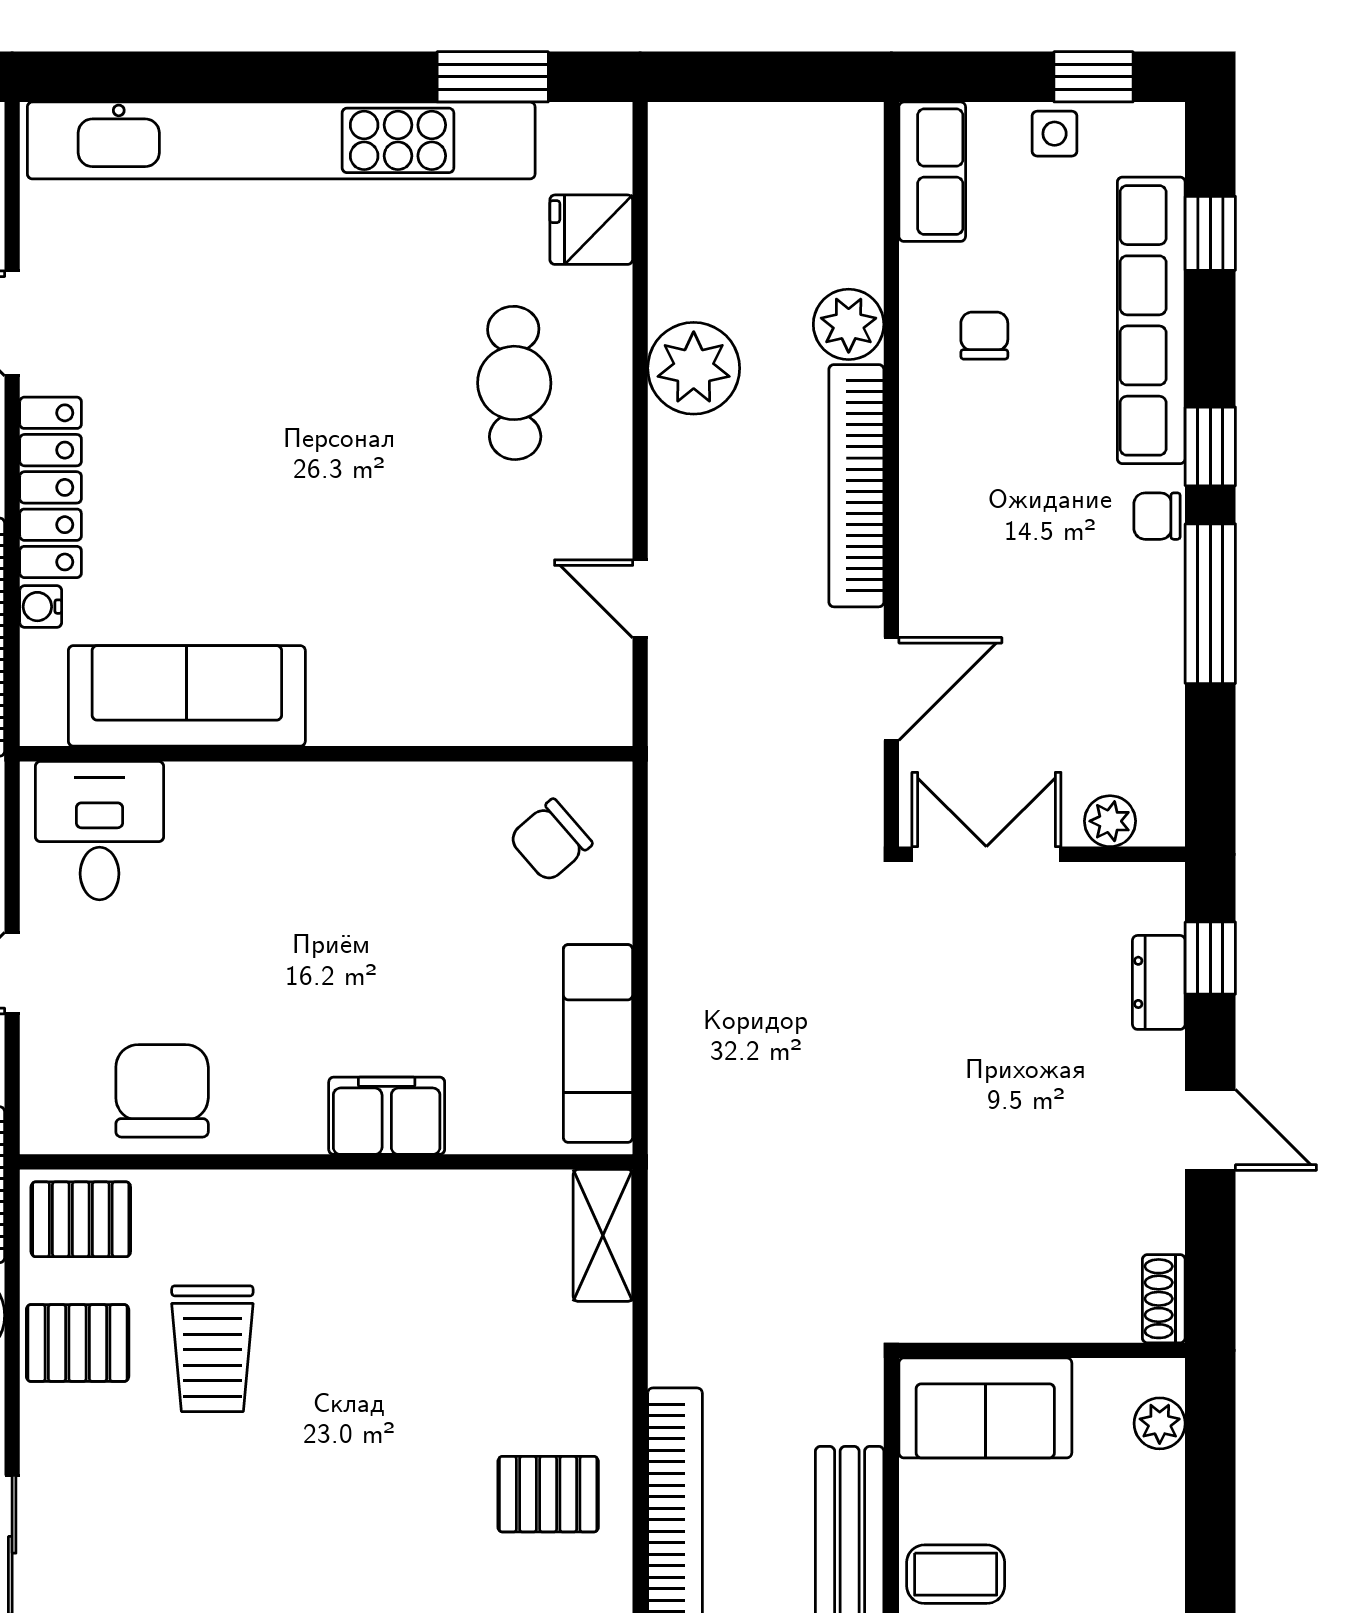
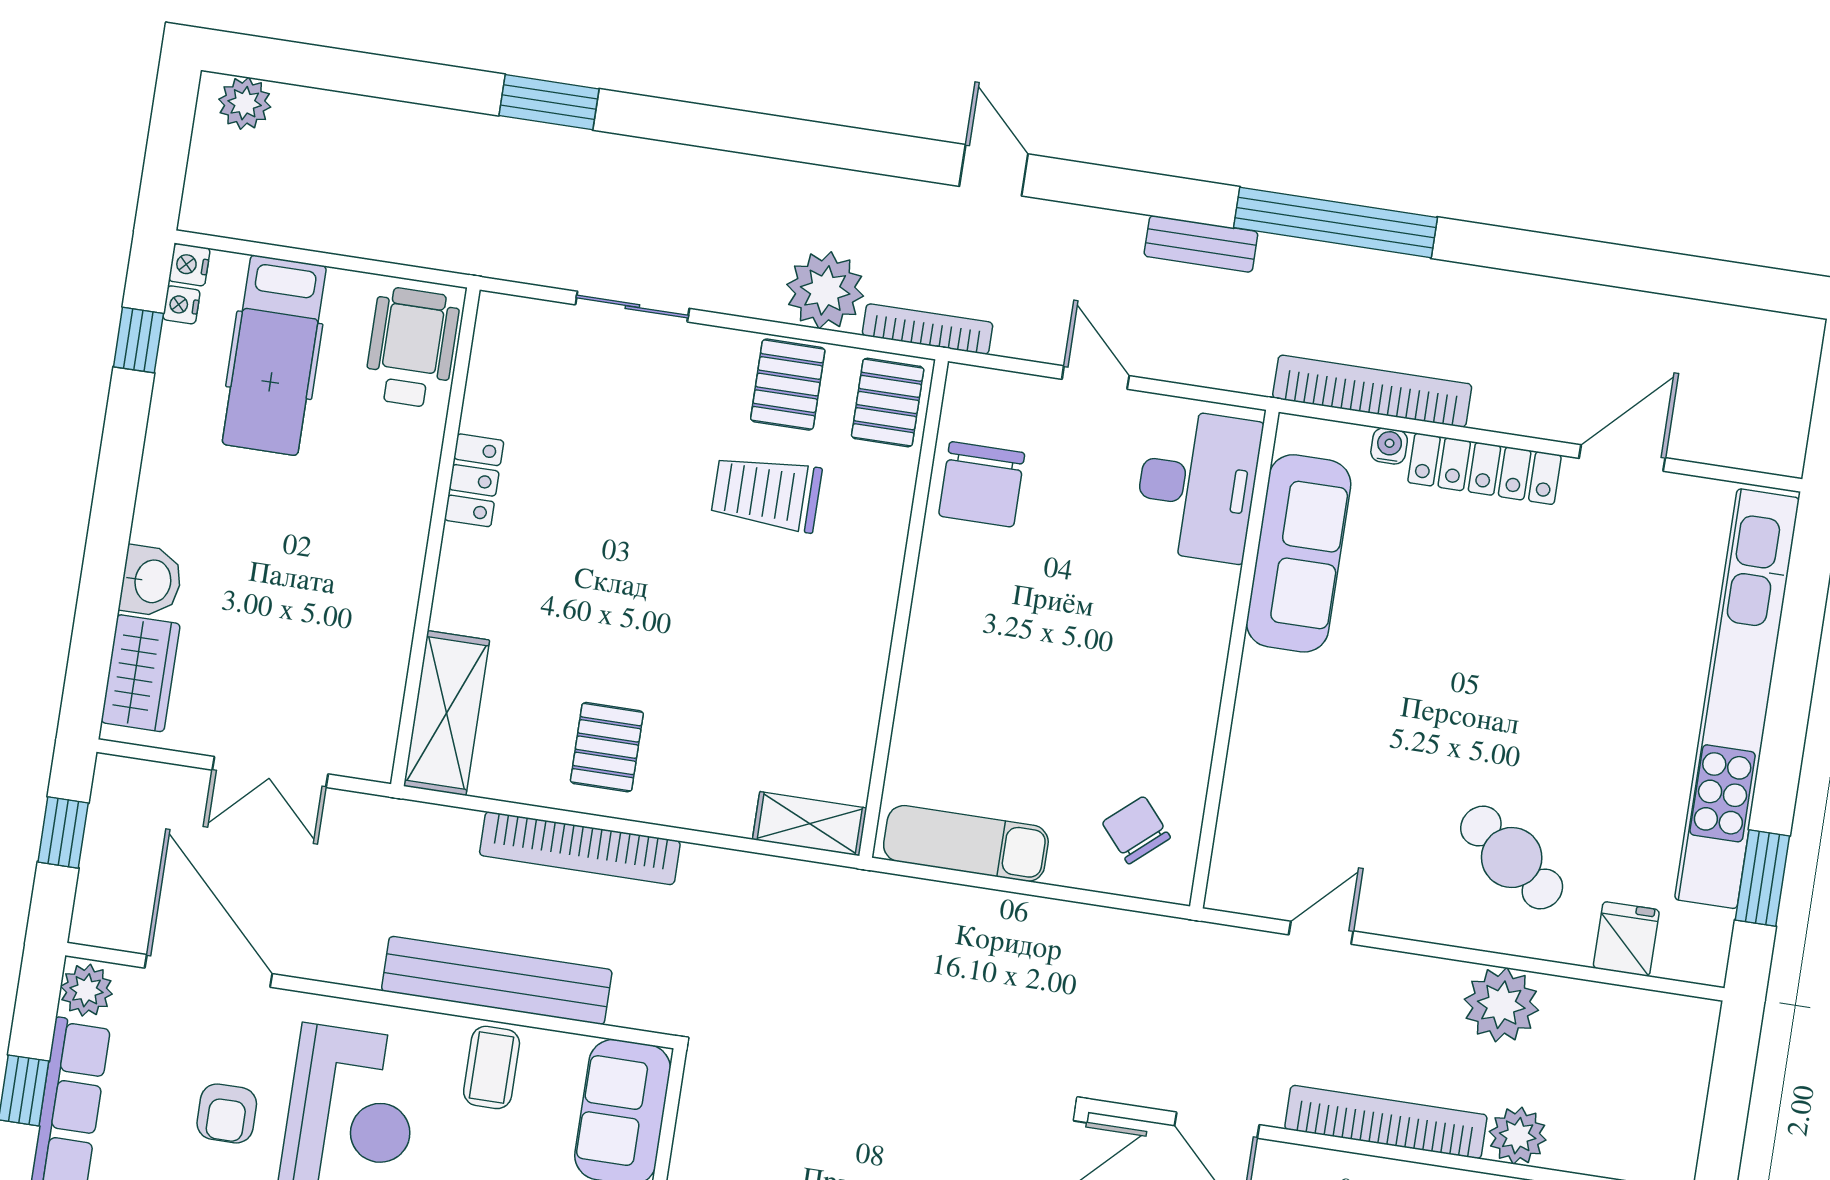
cafe table: (514, 383) -> (1512, 857), turned 38
desk: (99, 831) -> (1197, 485), width x1.37
chair: (162, 1091) -> (982, 484), turned 90
filing cabinet: (387, 1116) -> (934, 663), removed

